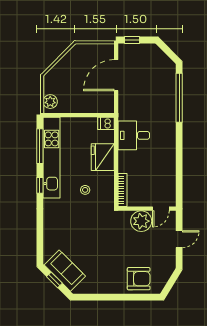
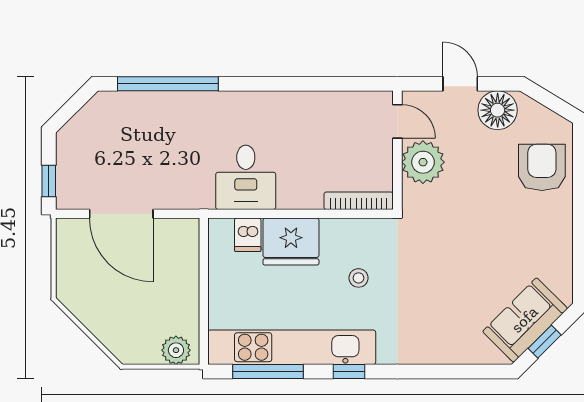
dishwasher: (106, 123) -> (248, 235), moved
floor lamp: (166, 257) -> (498, 110), added

